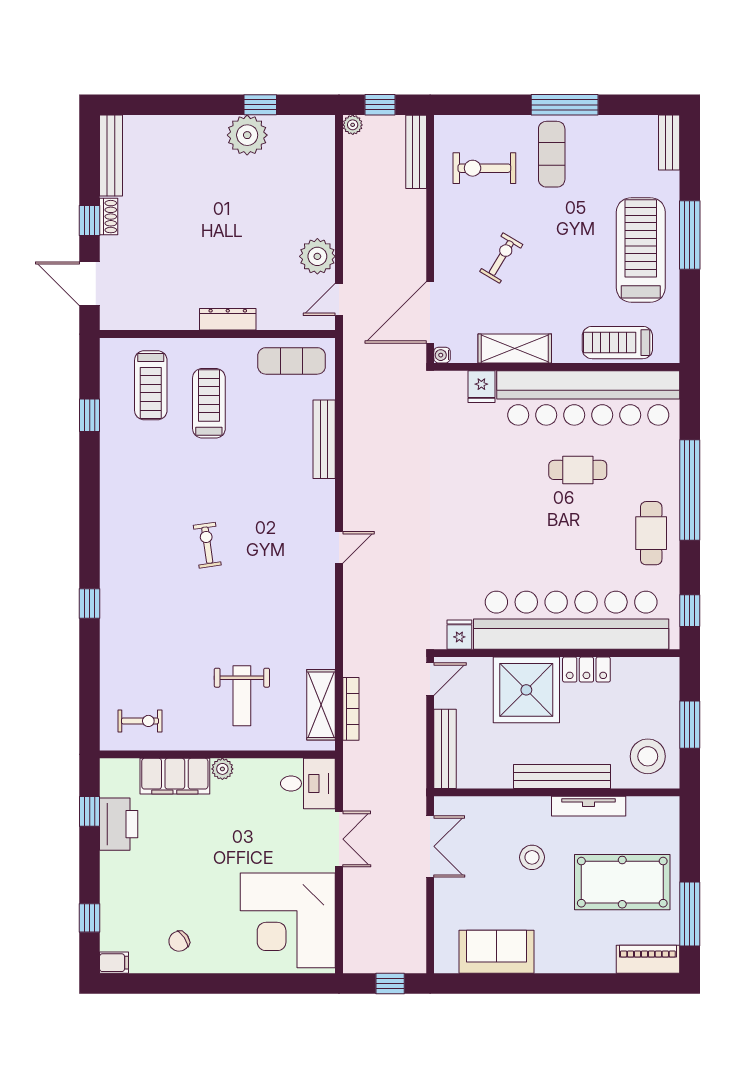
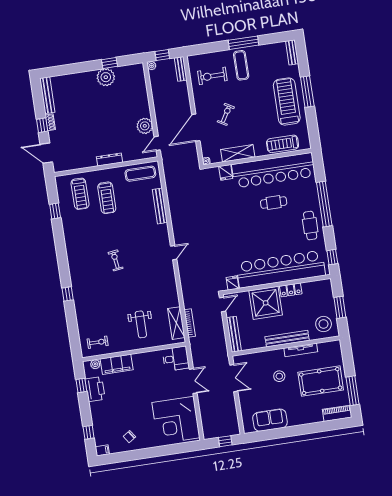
bench: (416, 152) -> (181, 69), width x0.73
door: (430, 312) -> (196, 128), moved
treadmill: (209, 403) -> (107, 198), turned 180
plant: (222, 769) -> (95, 364), moved

